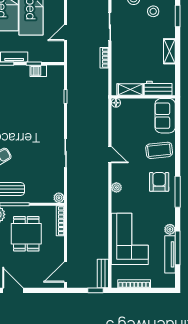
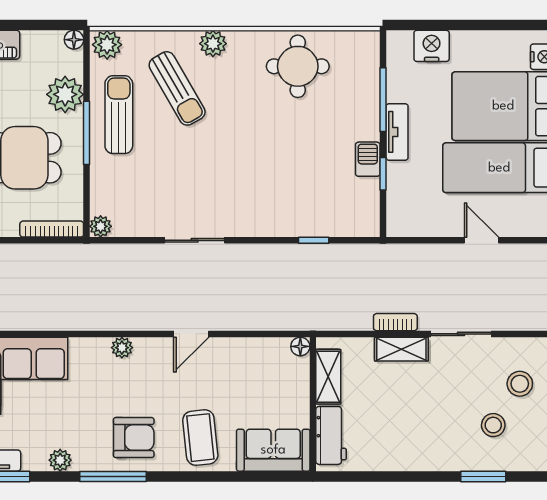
door: (66, 33) -> (482, 240), moved
shelving: (169, 51) -> (401, 349), moved
barbecue: (38, 71) -> (368, 159), moved
plant: (170, 229) -> (60, 460), moved

